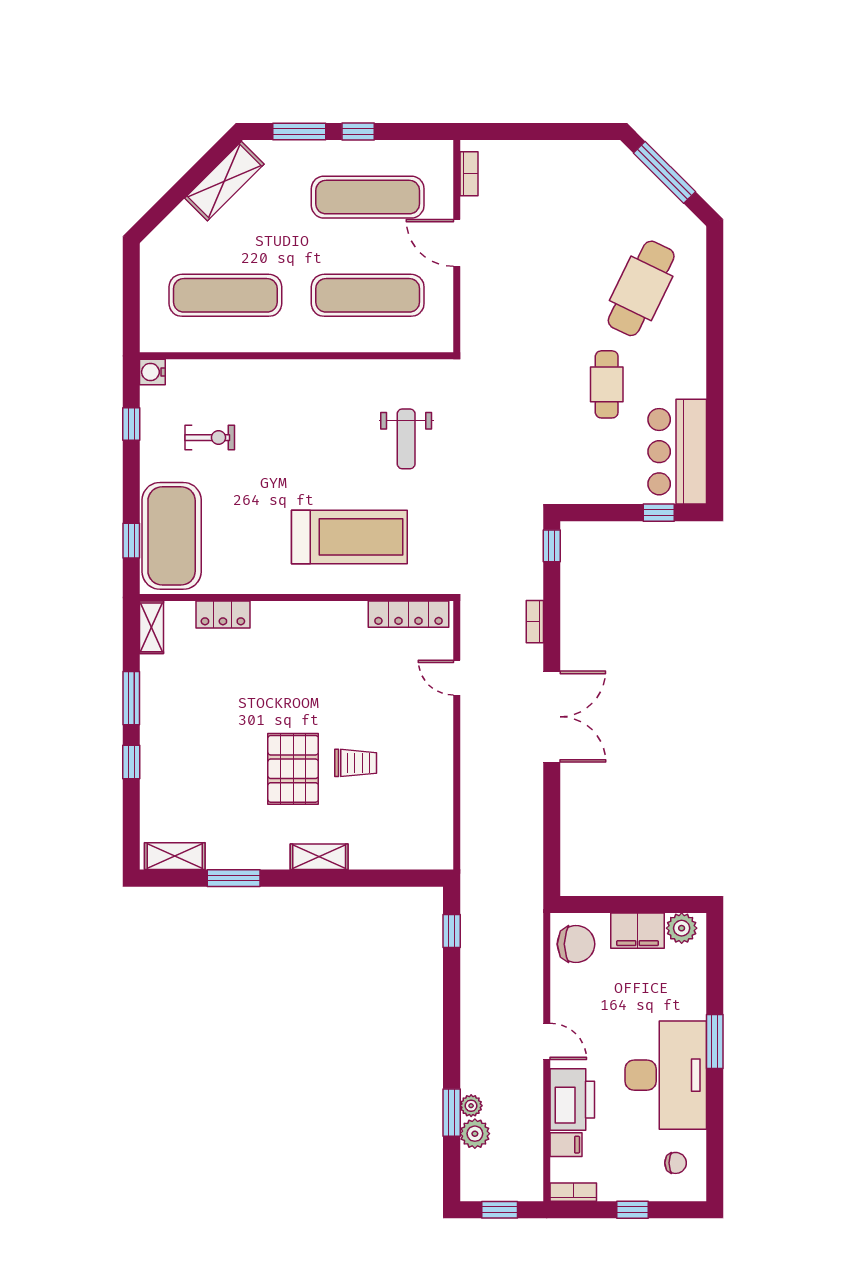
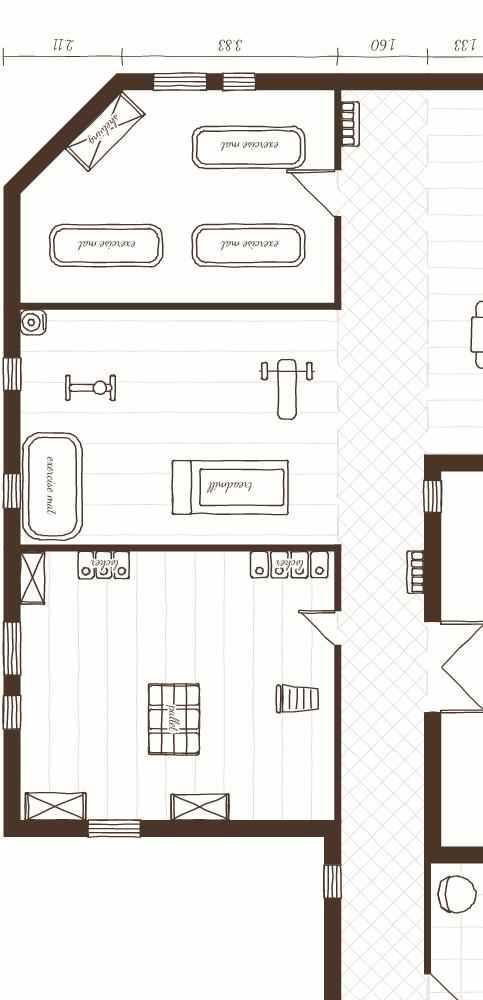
trolley: (356, 763) -> (298, 699), moved

